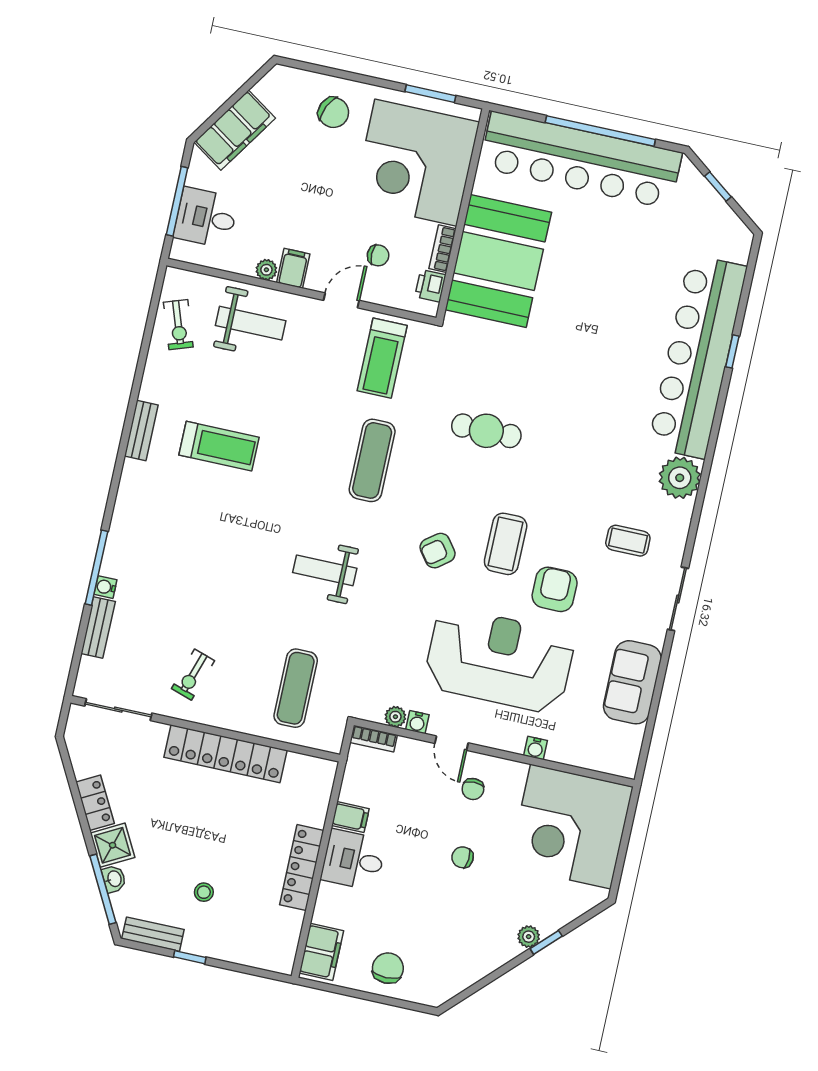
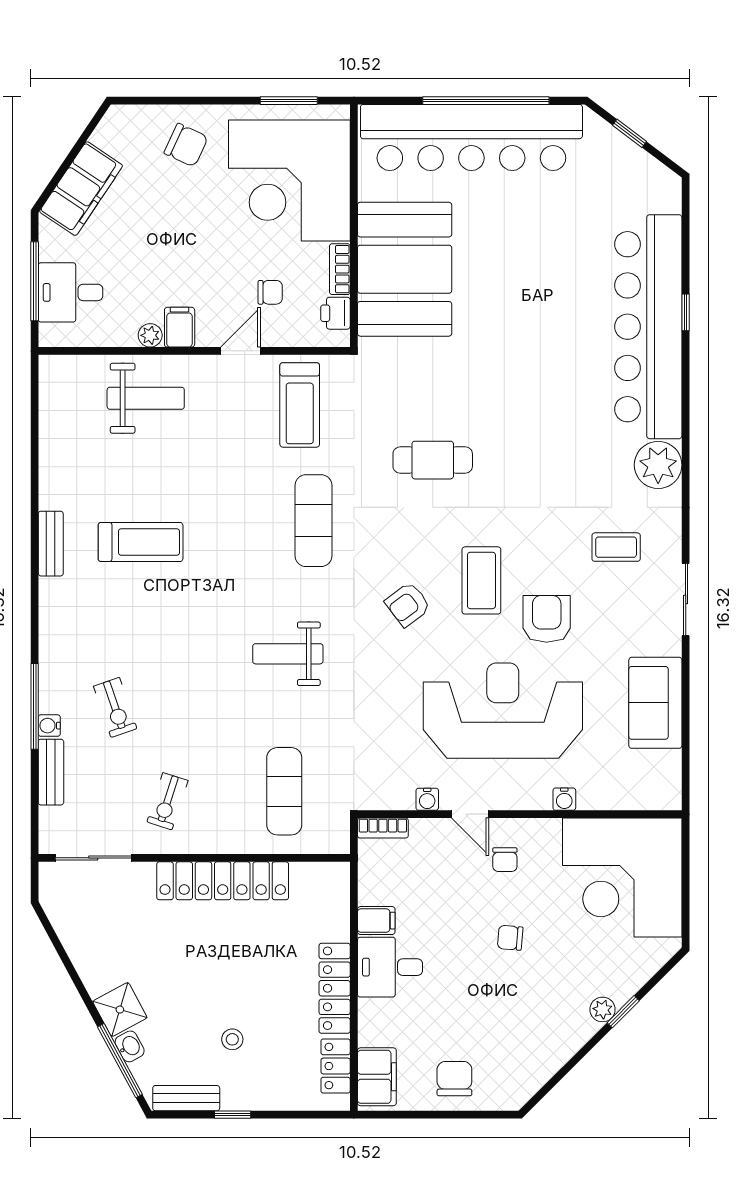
exercise bike: (178, 325) -> (115, 707), moved
plant: (395, 717) -> (402, 799), removed
locker: (95, 803) -> (336, 1066), moved, turned -152

